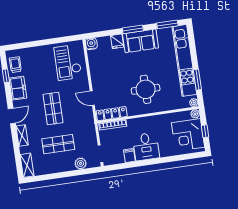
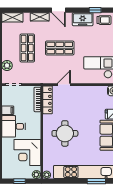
window: (197, 80) -> (96, 181), moved
corner desk: (188, 135) -> (27, 153), moved, turned -90

